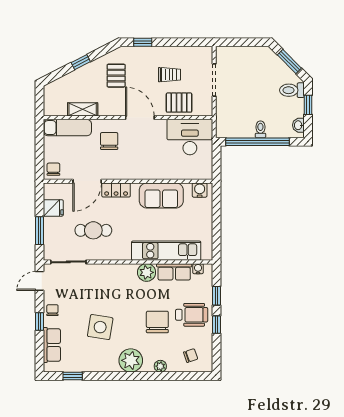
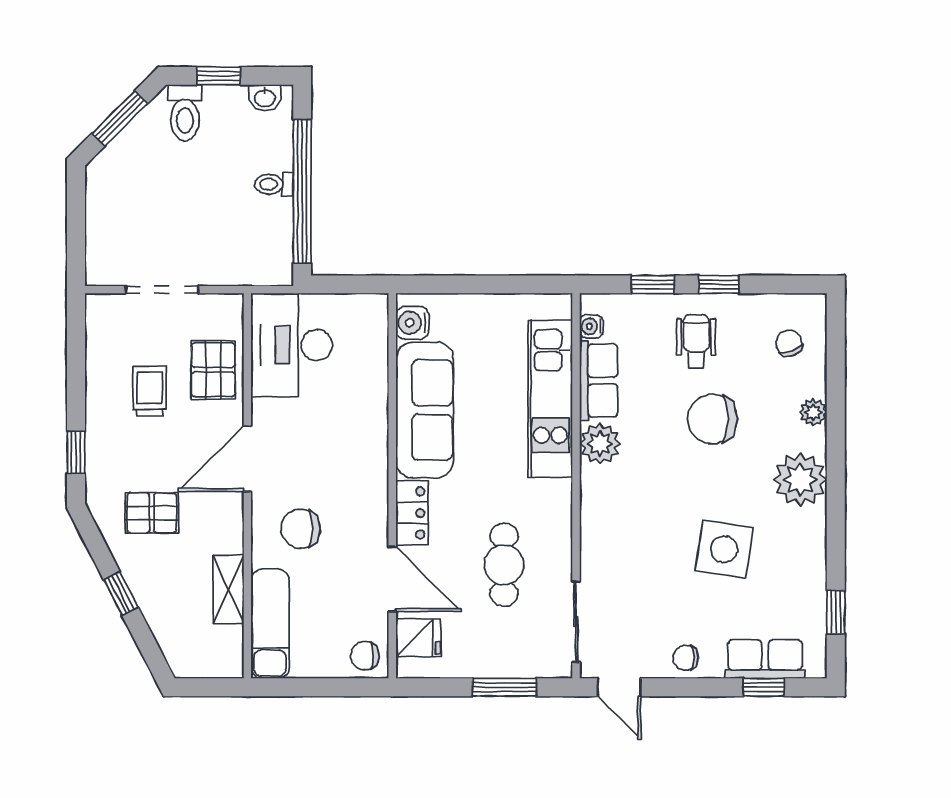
sofa: (161, 195) -> (425, 410), width x1.36
fridge: (53, 208) -> (418, 638), moved, turned 90
wheelchair: (192, 315) -> (696, 341), width x0.73, depth x0.73
window: (40, 321) -> (764, 687), moved

